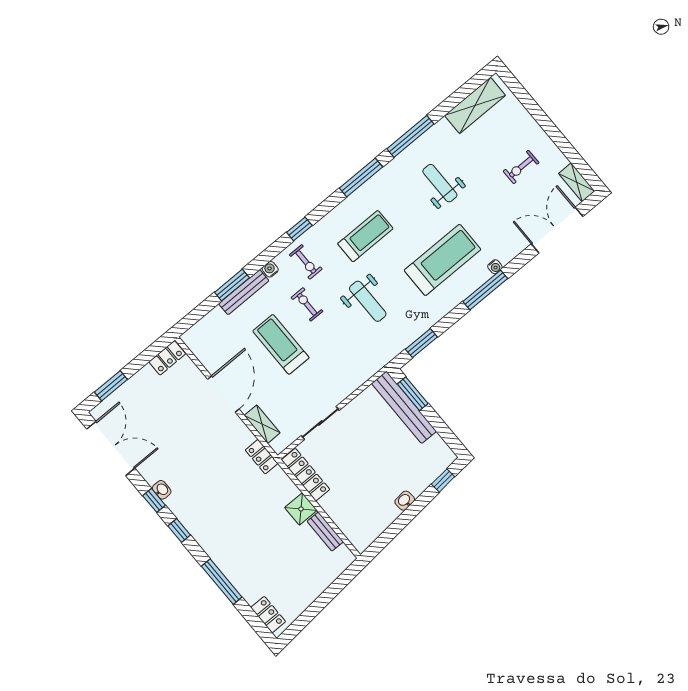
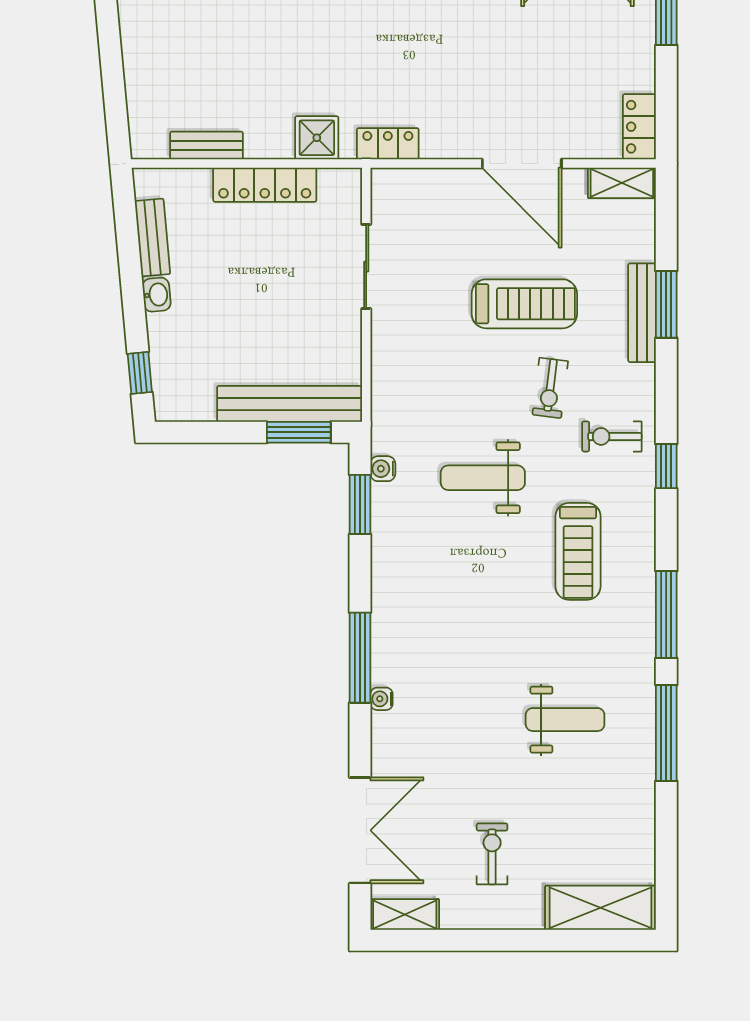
shelving: (475, 105) -> (601, 908), moved, turned 90
treadmill: (443, 260) -> (453, 633), removed
water cooler: (270, 269) -> (383, 469), moved, turned 180
exercise bike: (307, 304) -> (550, 388), turned 97
shelving: (262, 424) -> (622, 183), moved
locker: (305, 475) -> (265, 185), moved
shower: (301, 509) -> (317, 138), moved
bench: (382, 522) -> (152, 238), added

